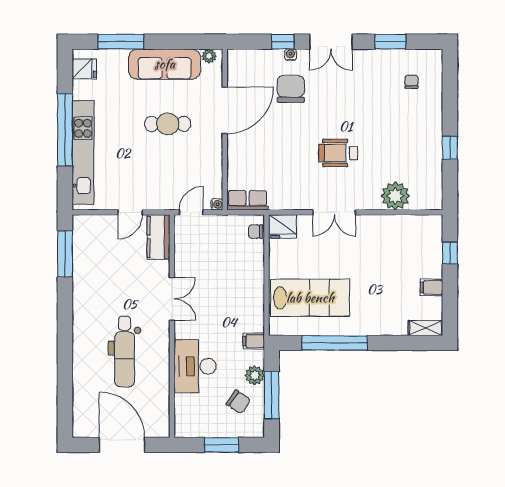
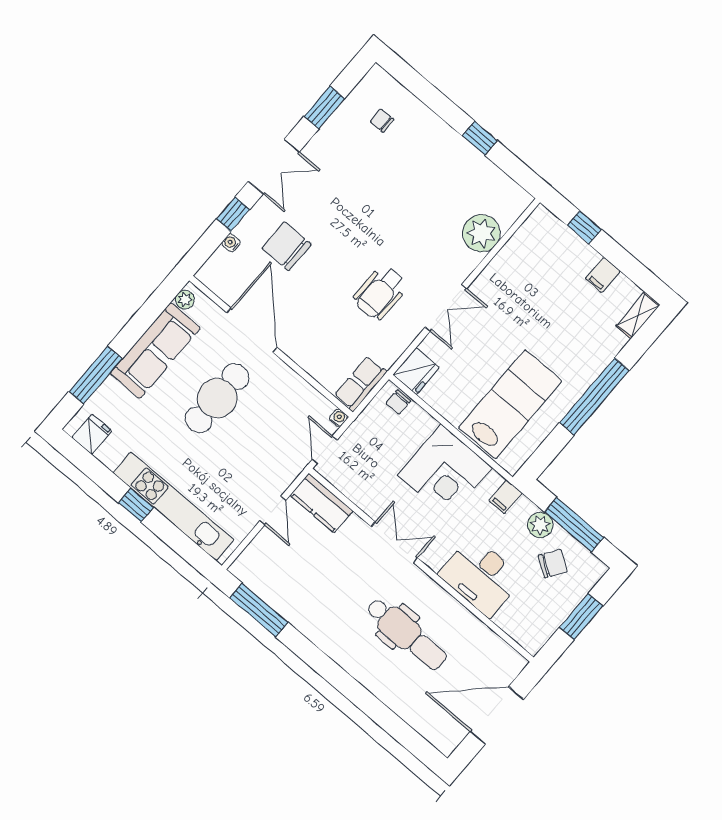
water cooler: (291, 55) -> (231, 243), moved
cafe table: (168, 124) -> (217, 398), width x1.37, depth x1.35
window: (65, 130) -> (136, 505), width x0.32
wheelchair: (338, 153) -> (380, 293), moved
corner desk: (238, 293) -> (445, 471), added
window: (334, 343) -> (594, 397), moved

